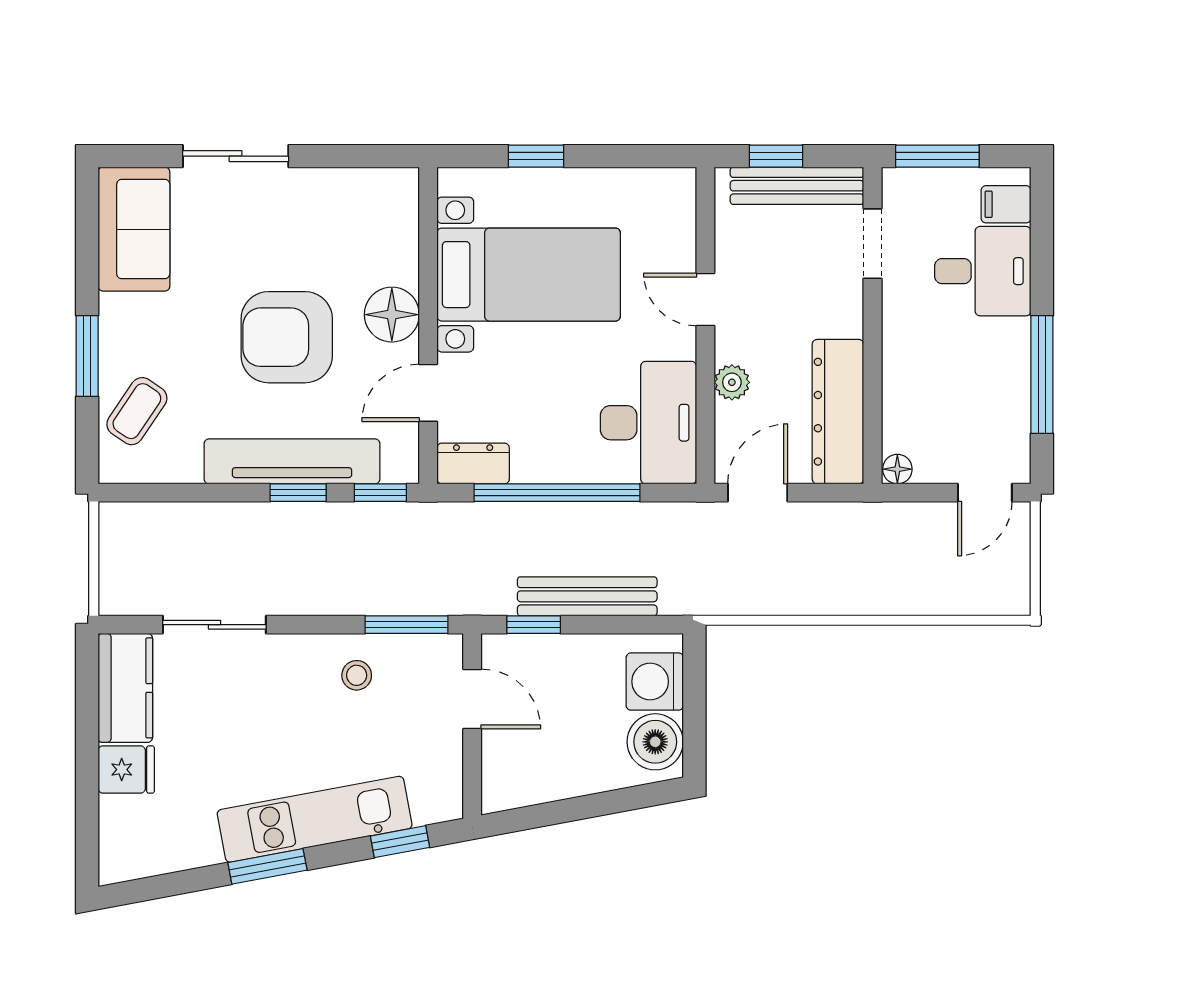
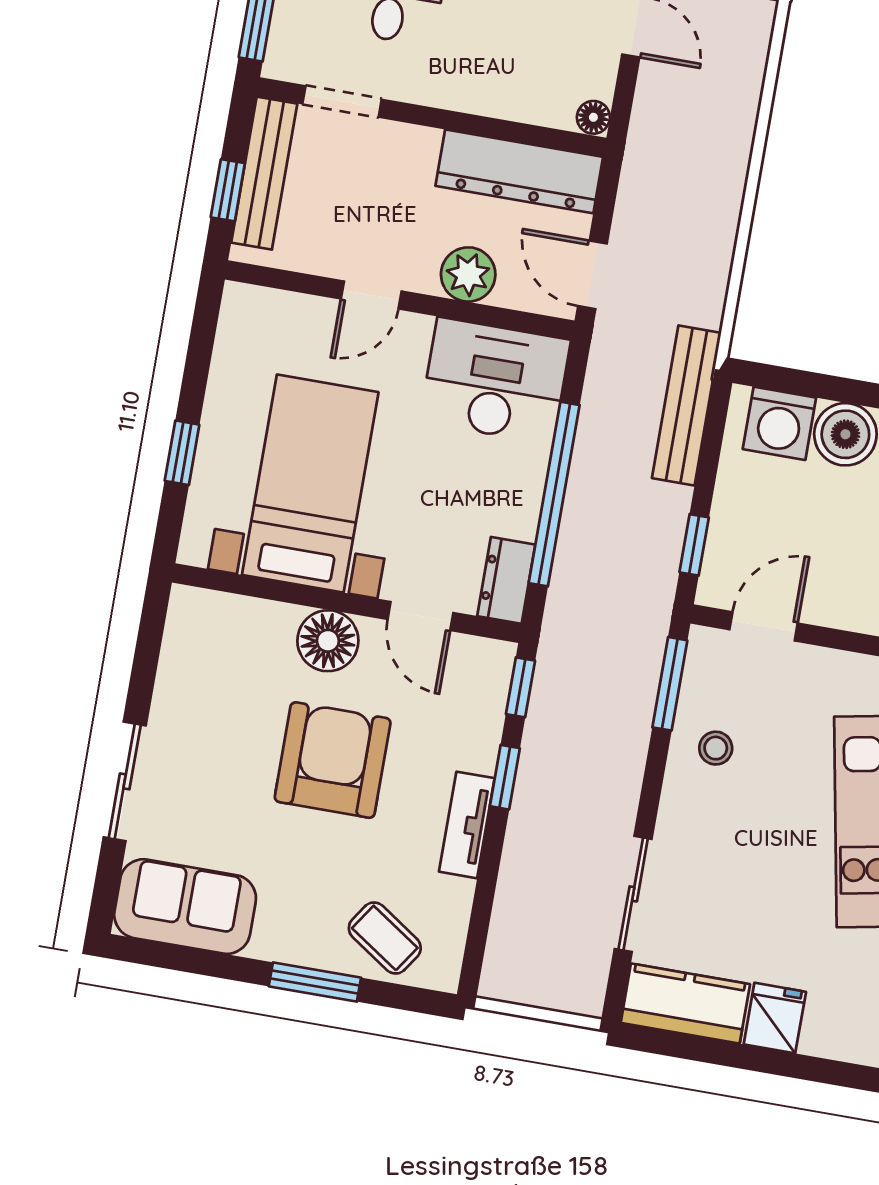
armchair: (287, 337) -> (333, 760), turned 180
plant: (732, 382) -> (468, 274), width x1.38, depth x1.38
tv unit: (292, 461) -> (467, 825), width x0.52, depth x0.78
bench: (587, 596) -> (686, 405), moved

